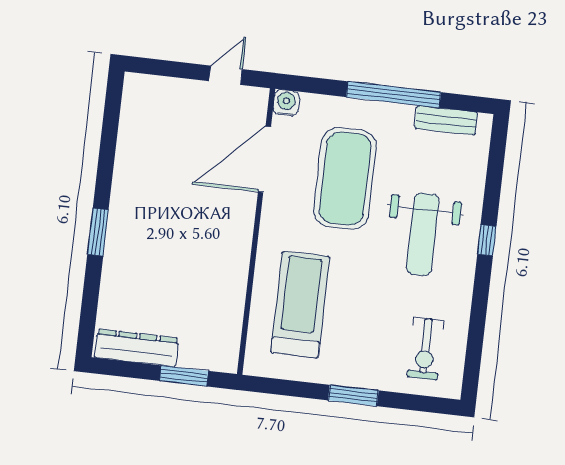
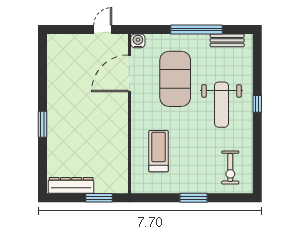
treadmill: (300, 304) -> (159, 151), width x0.73, depth x0.73

